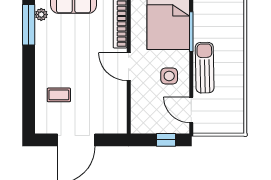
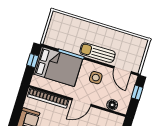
floor lamp: (138, 110) -> (112, 105), added
door: (191, 110) -> (123, 70), hinge flipped

